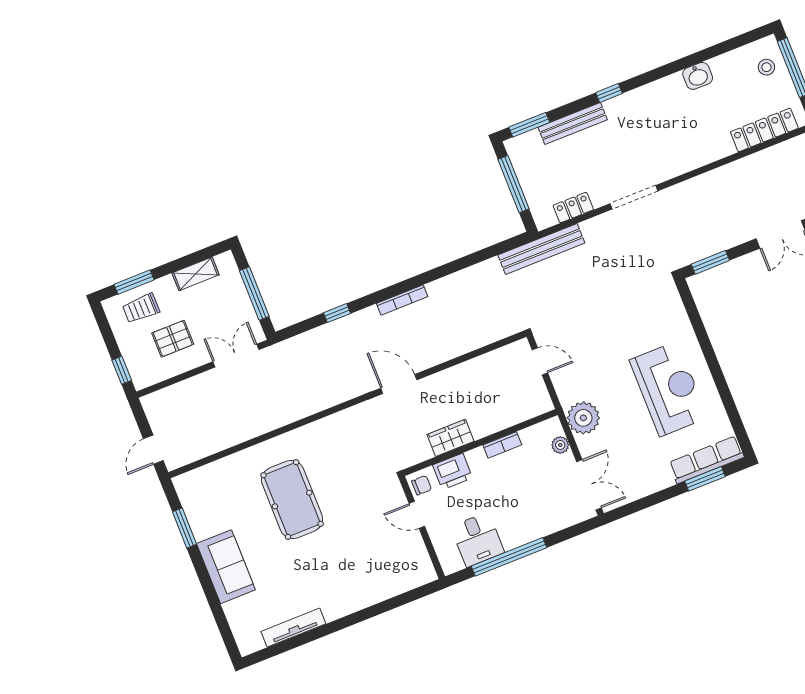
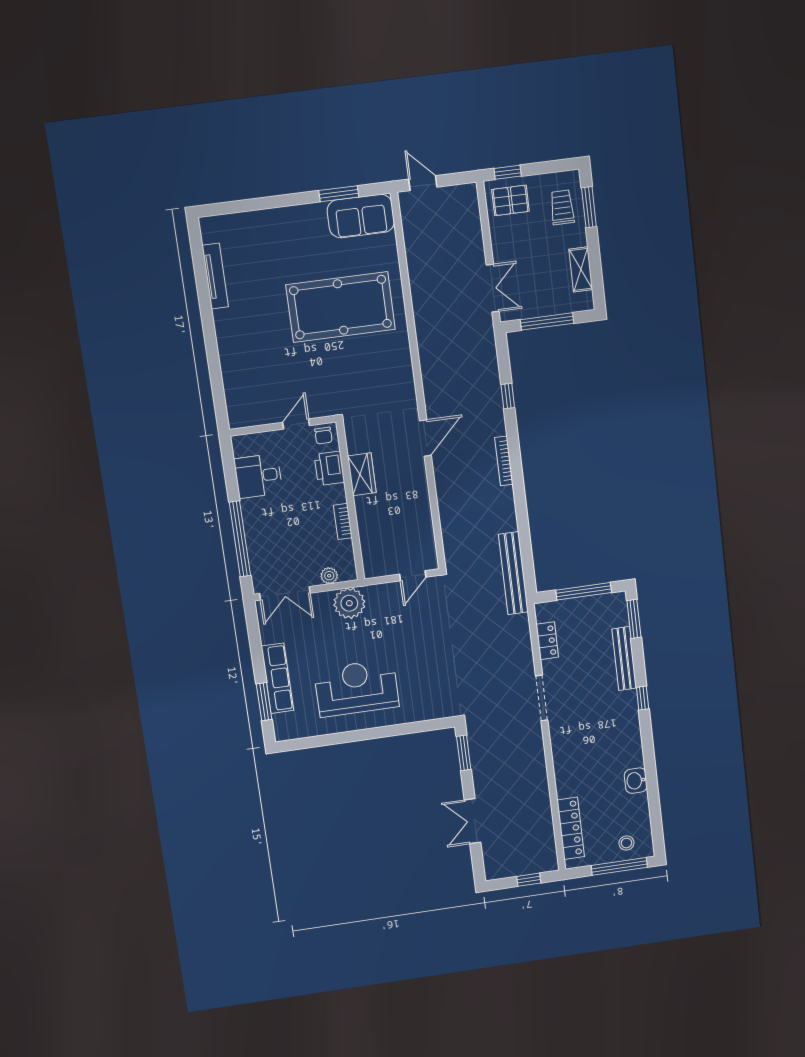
bench: (541, 249) -> (513, 573), moved
pallet: (173, 339) -> (510, 200), moved, turned 90
reception desk: (669, 389) -> (356, 688), turned 180
row of seats: (706, 460) -> (277, 678), moved
pool table: (292, 500) -> (341, 307), width x1.36, depth x1.32
window: (509, 557) -> (240, 539), moved
sofa: (226, 567) -> (361, 216), moved

